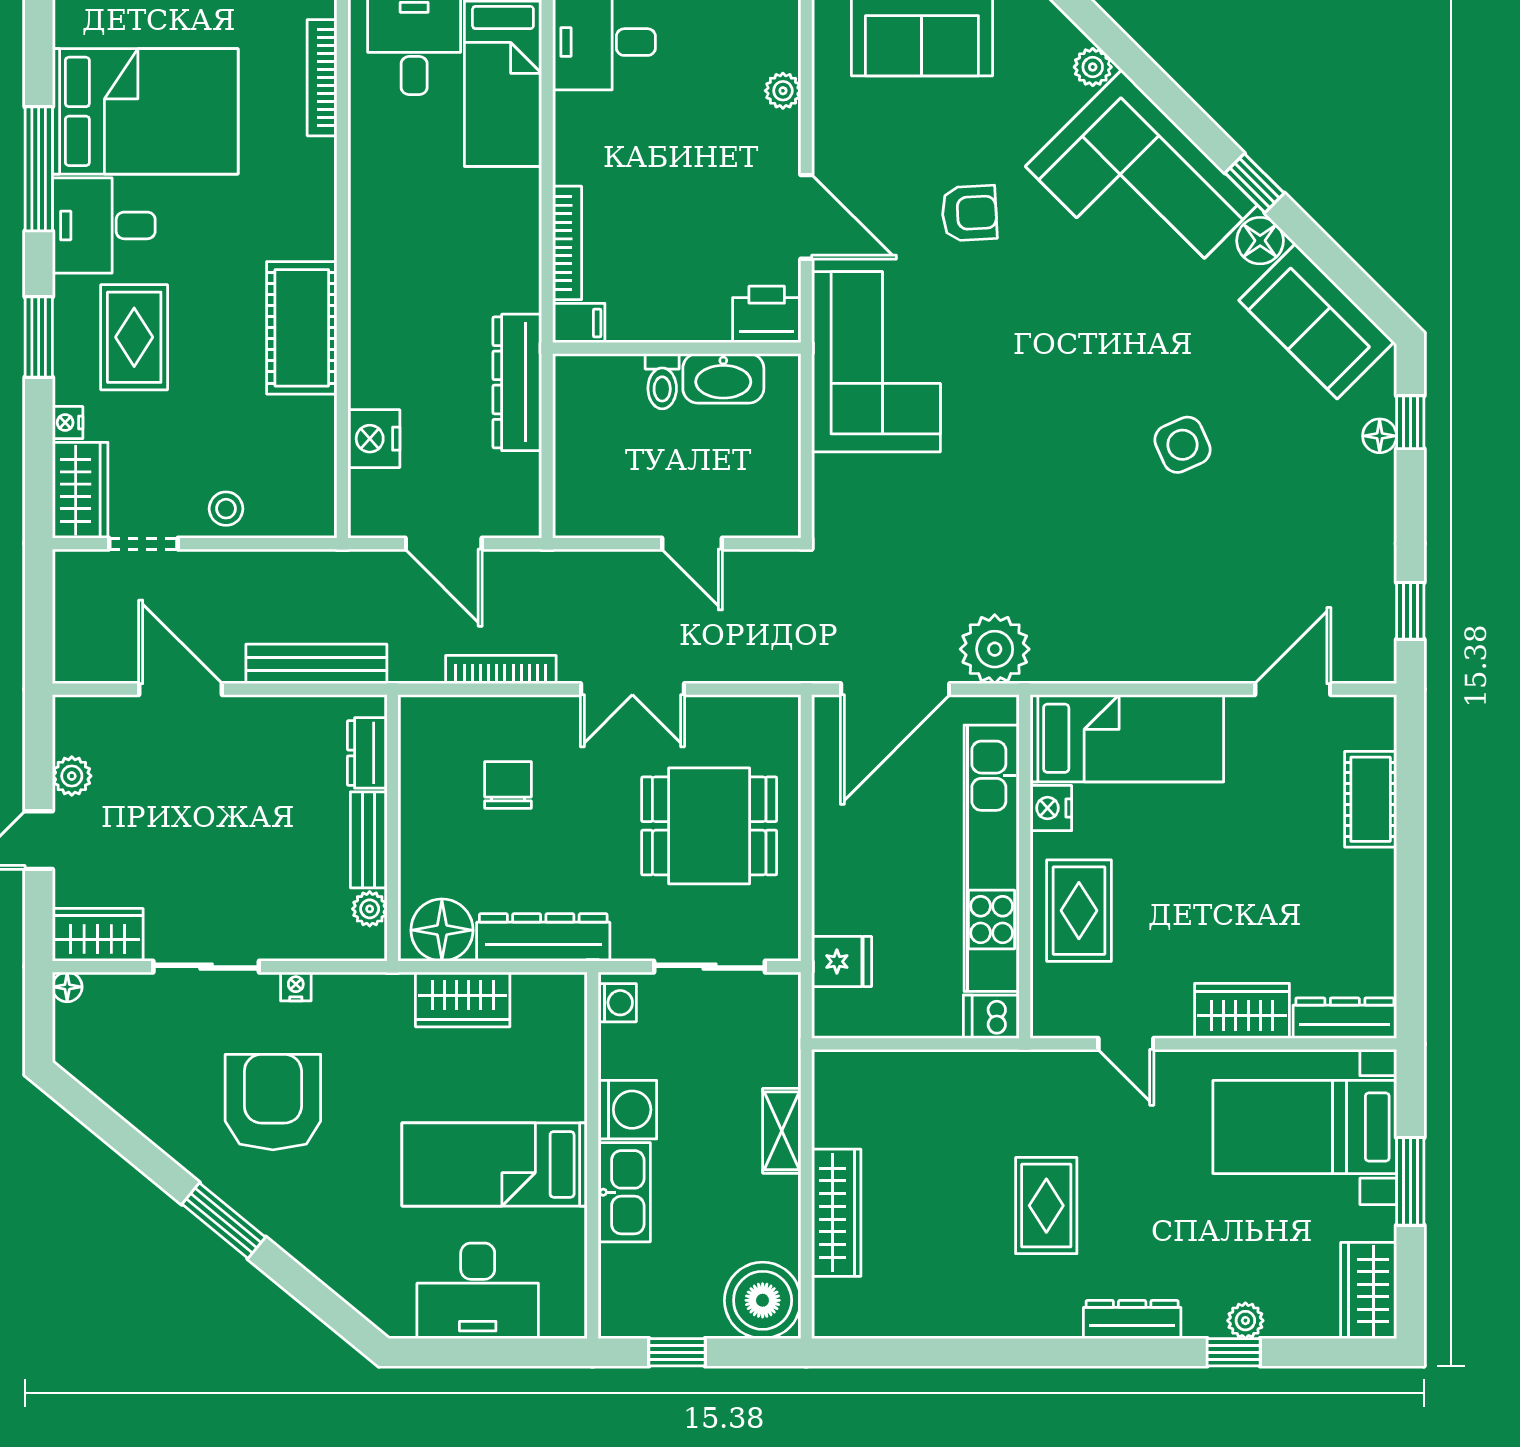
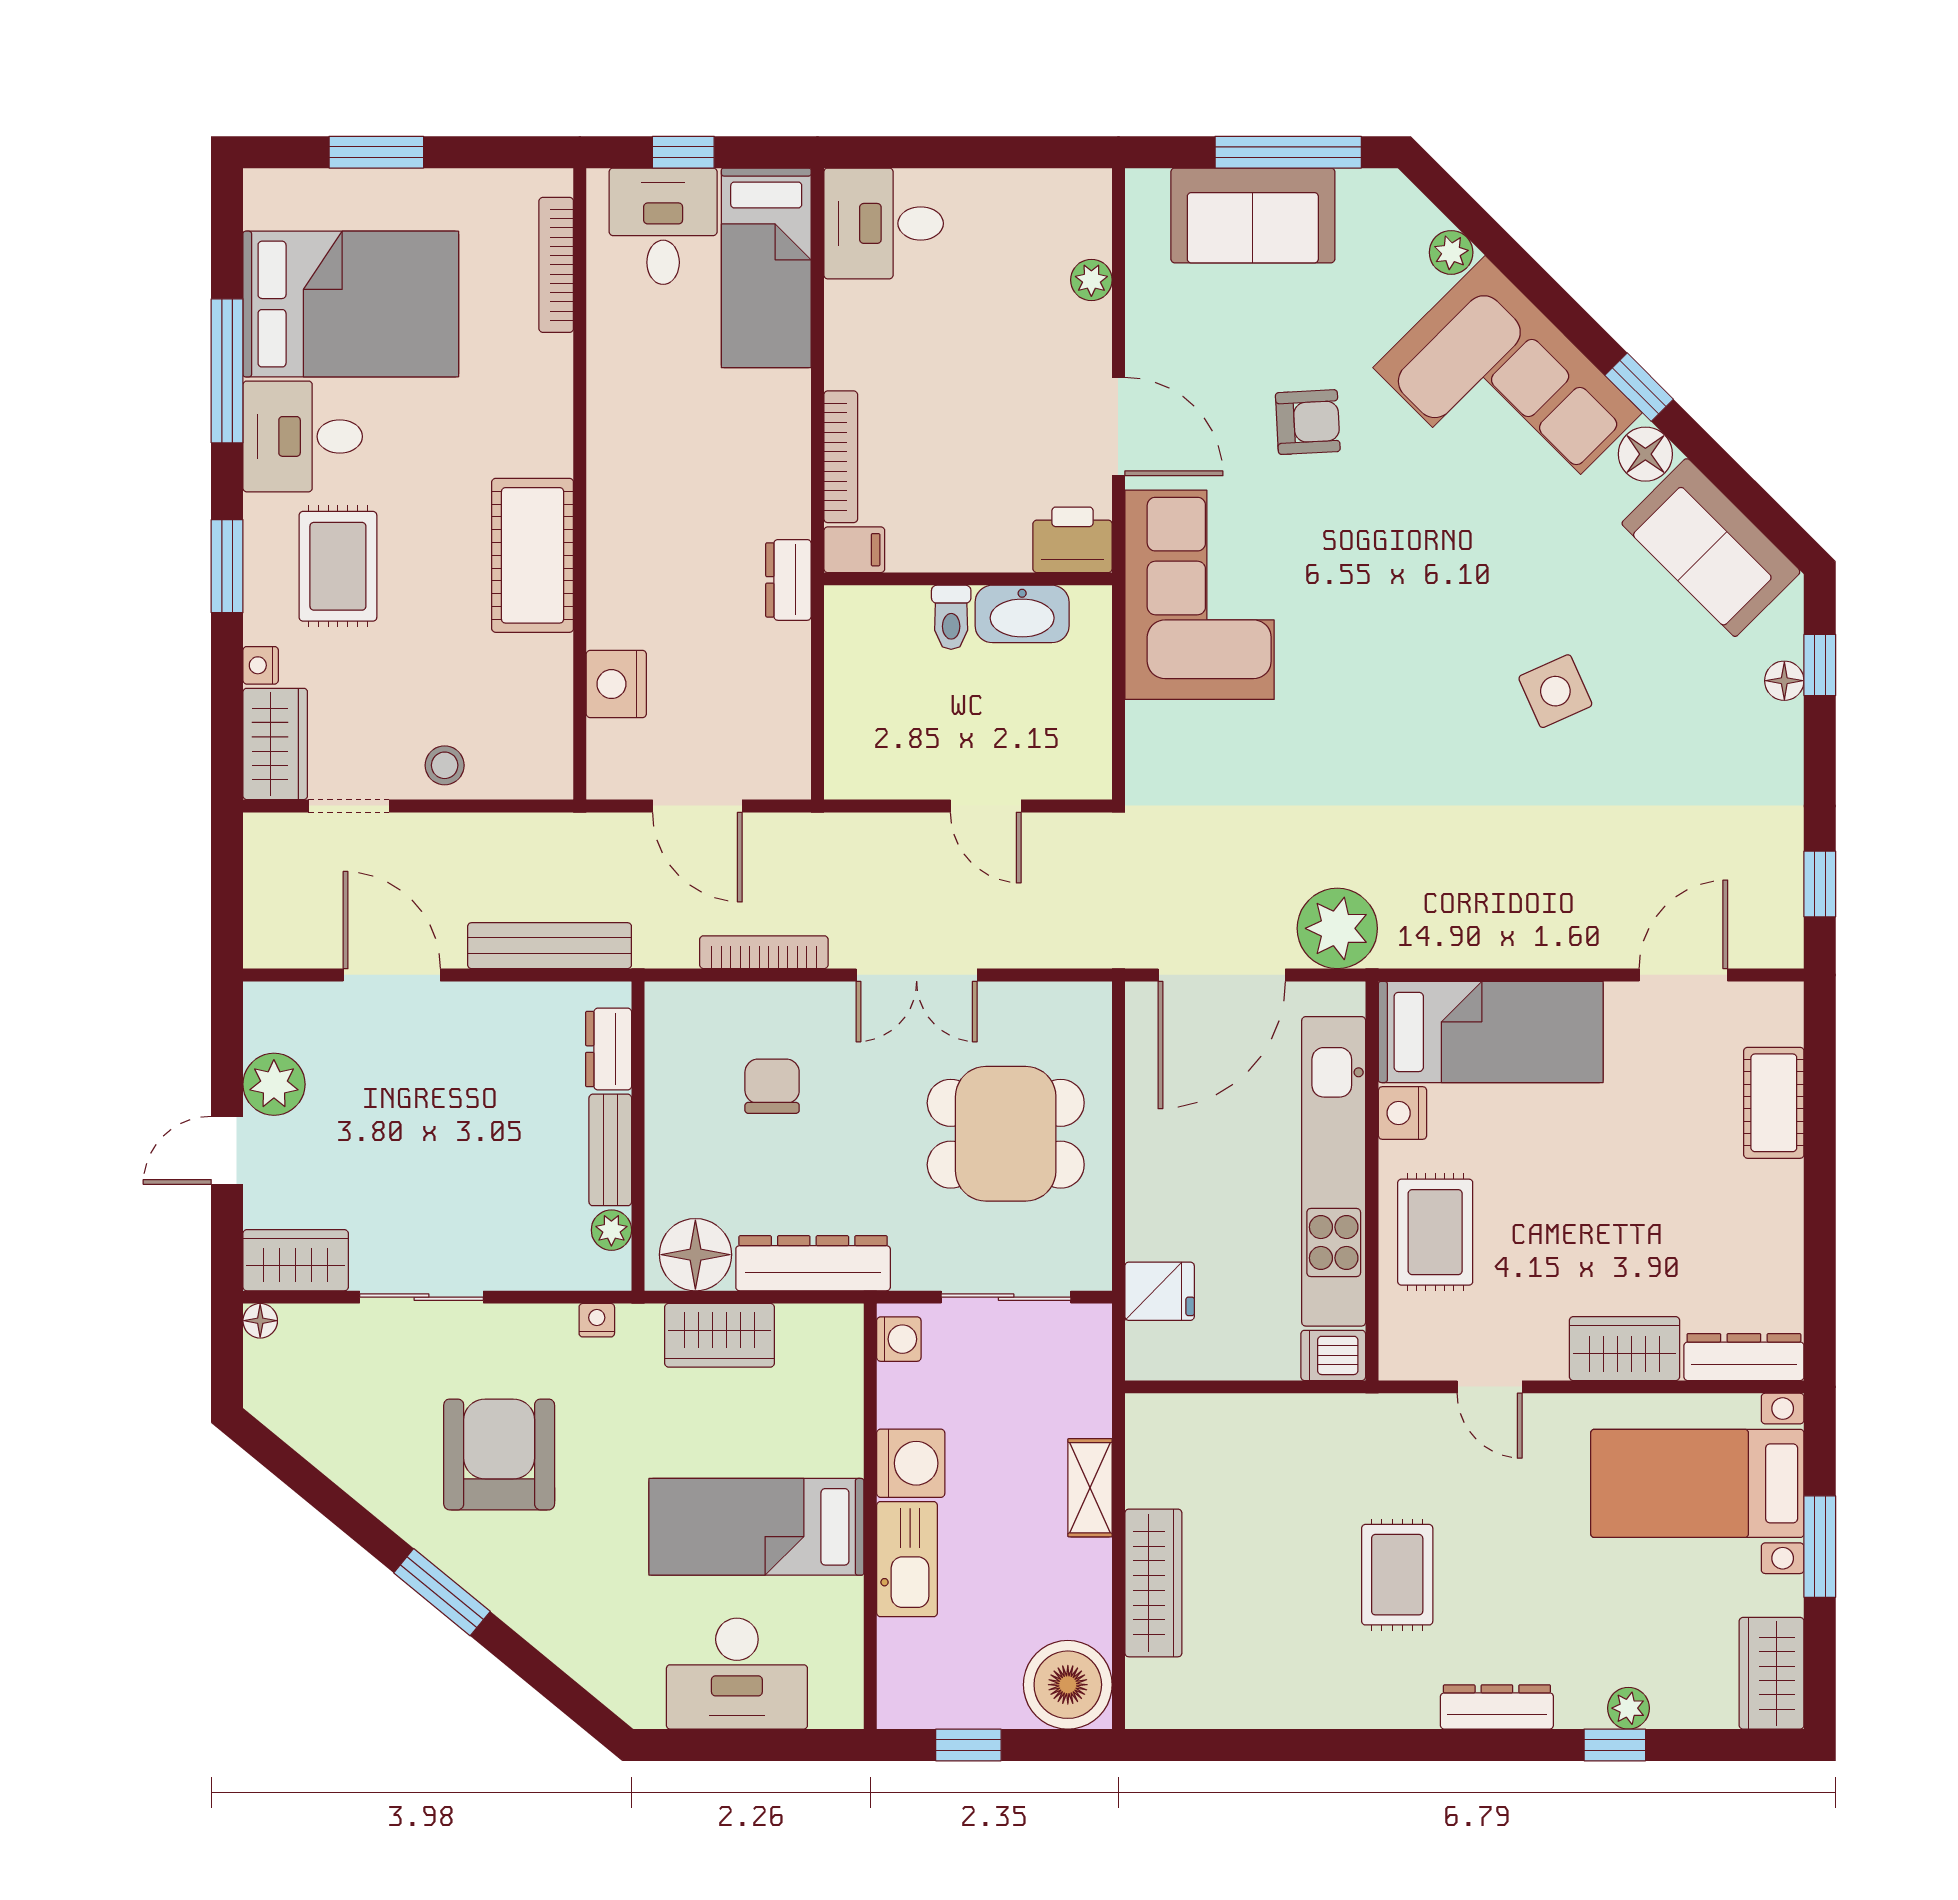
dresser: (517, 382) -> (788, 580), width x0.51, depth x0.80
plant: (72, 776) -> (274, 1084), width x1.38, depth x1.38
nightstand: (296, 986) -> (597, 1320), moved

